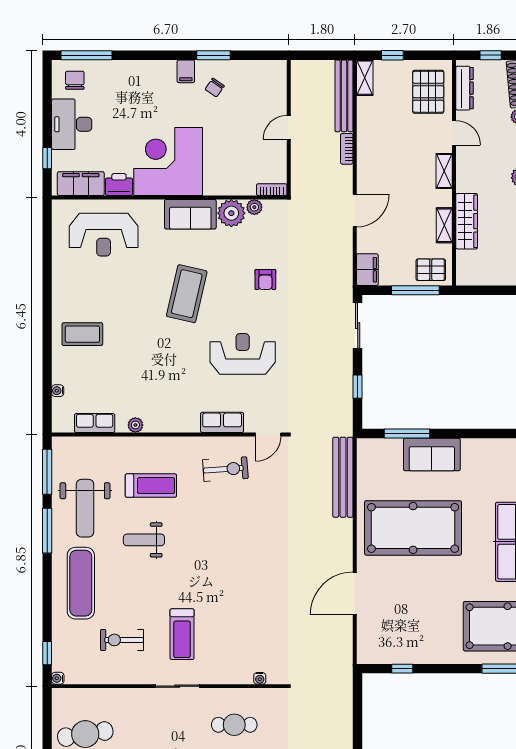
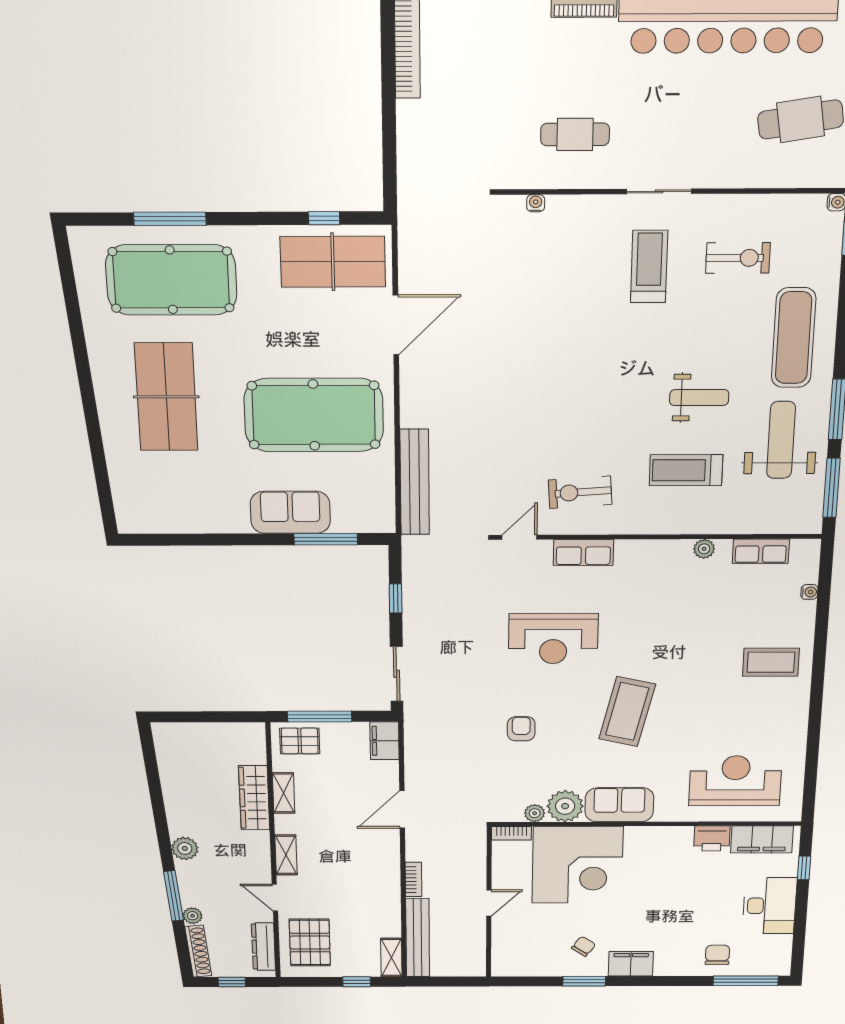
filing cabinet: (186, 71) -> (631, 964), width x2.00
chair: (75, 80) -> (717, 955), moved, turned 180
corner desk: (168, 161) -> (577, 865), moved
table tennis table: (397, 638) -> (333, 262), added

